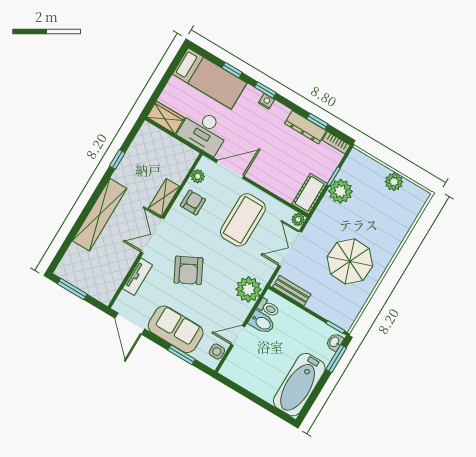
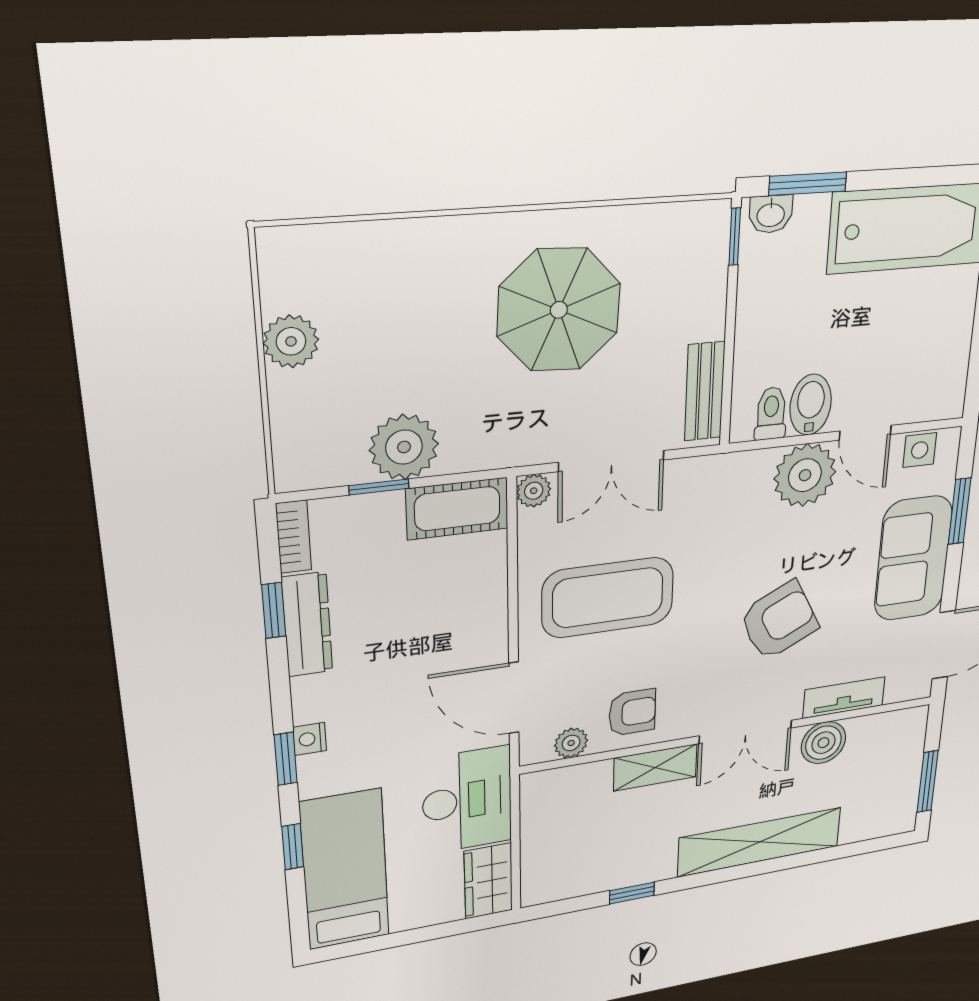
armchair: (193, 203) -> (632, 712), turned 180
boiler: (124, 260) -> (823, 743), added
plant: (248, 289) -> (805, 475), moved

